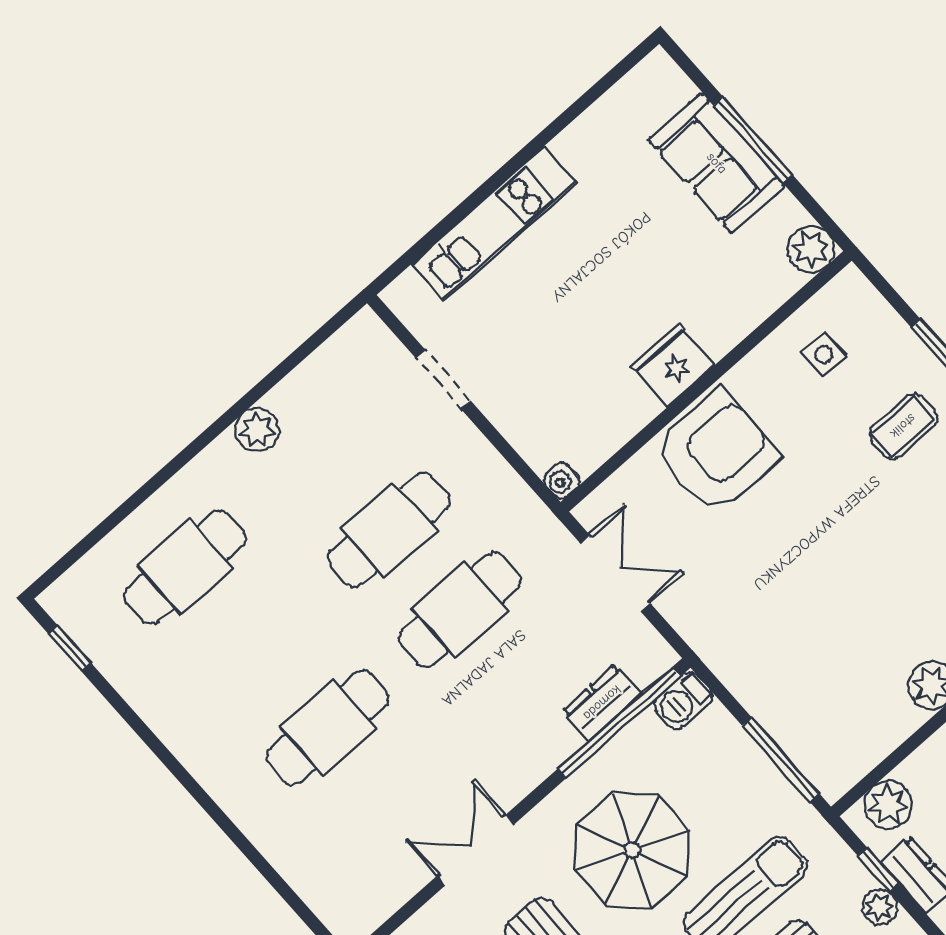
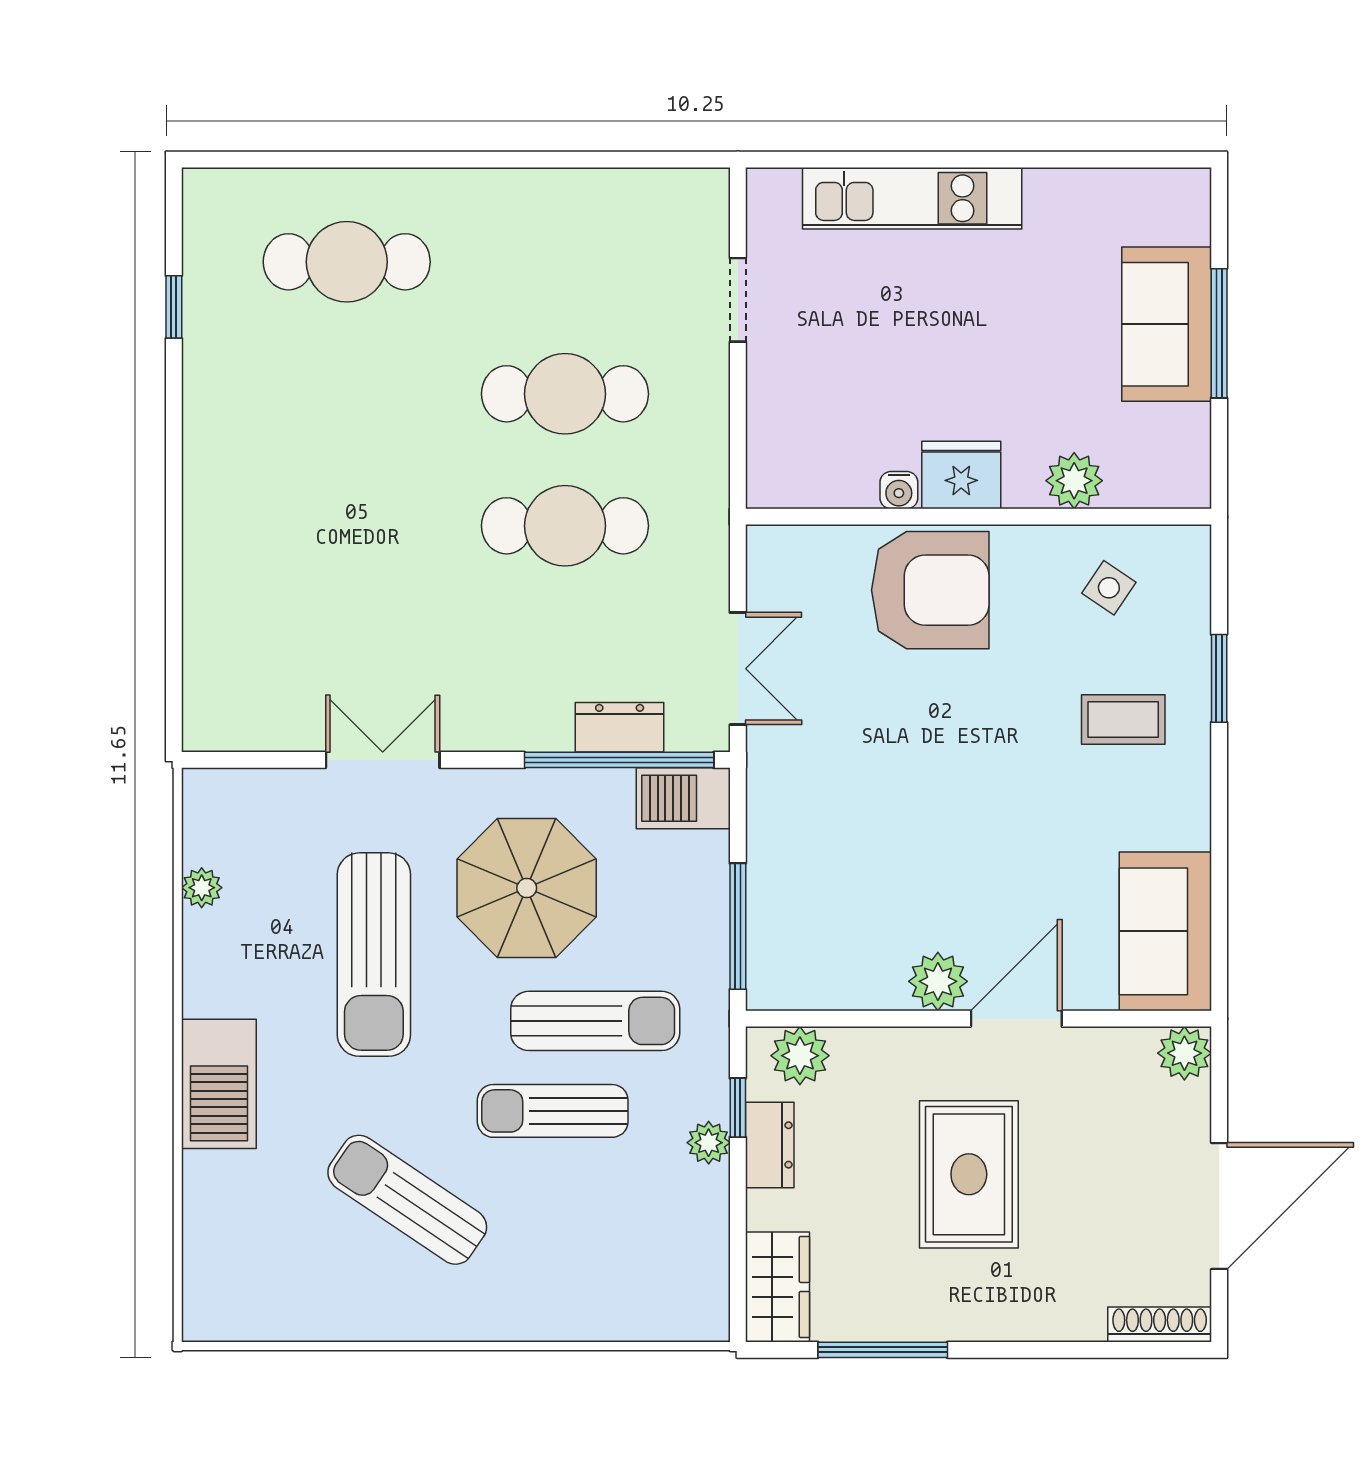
plant: (811, 249) -> (1074, 481), moved
side table: (824, 354) -> (1109, 588), turned 34
plant: (257, 430) -> (525, 194), removed
water cooler: (562, 481) -> (899, 490), moved, turned -90
double door: (615, 573) -> (738, 669), moved
window: (70, 649) -> (174, 307), moved
barbecue: (683, 701) -> (683, 798), width x1.38, depth x1.27
cafe table: (327, 727) -> (347, 526), removed

